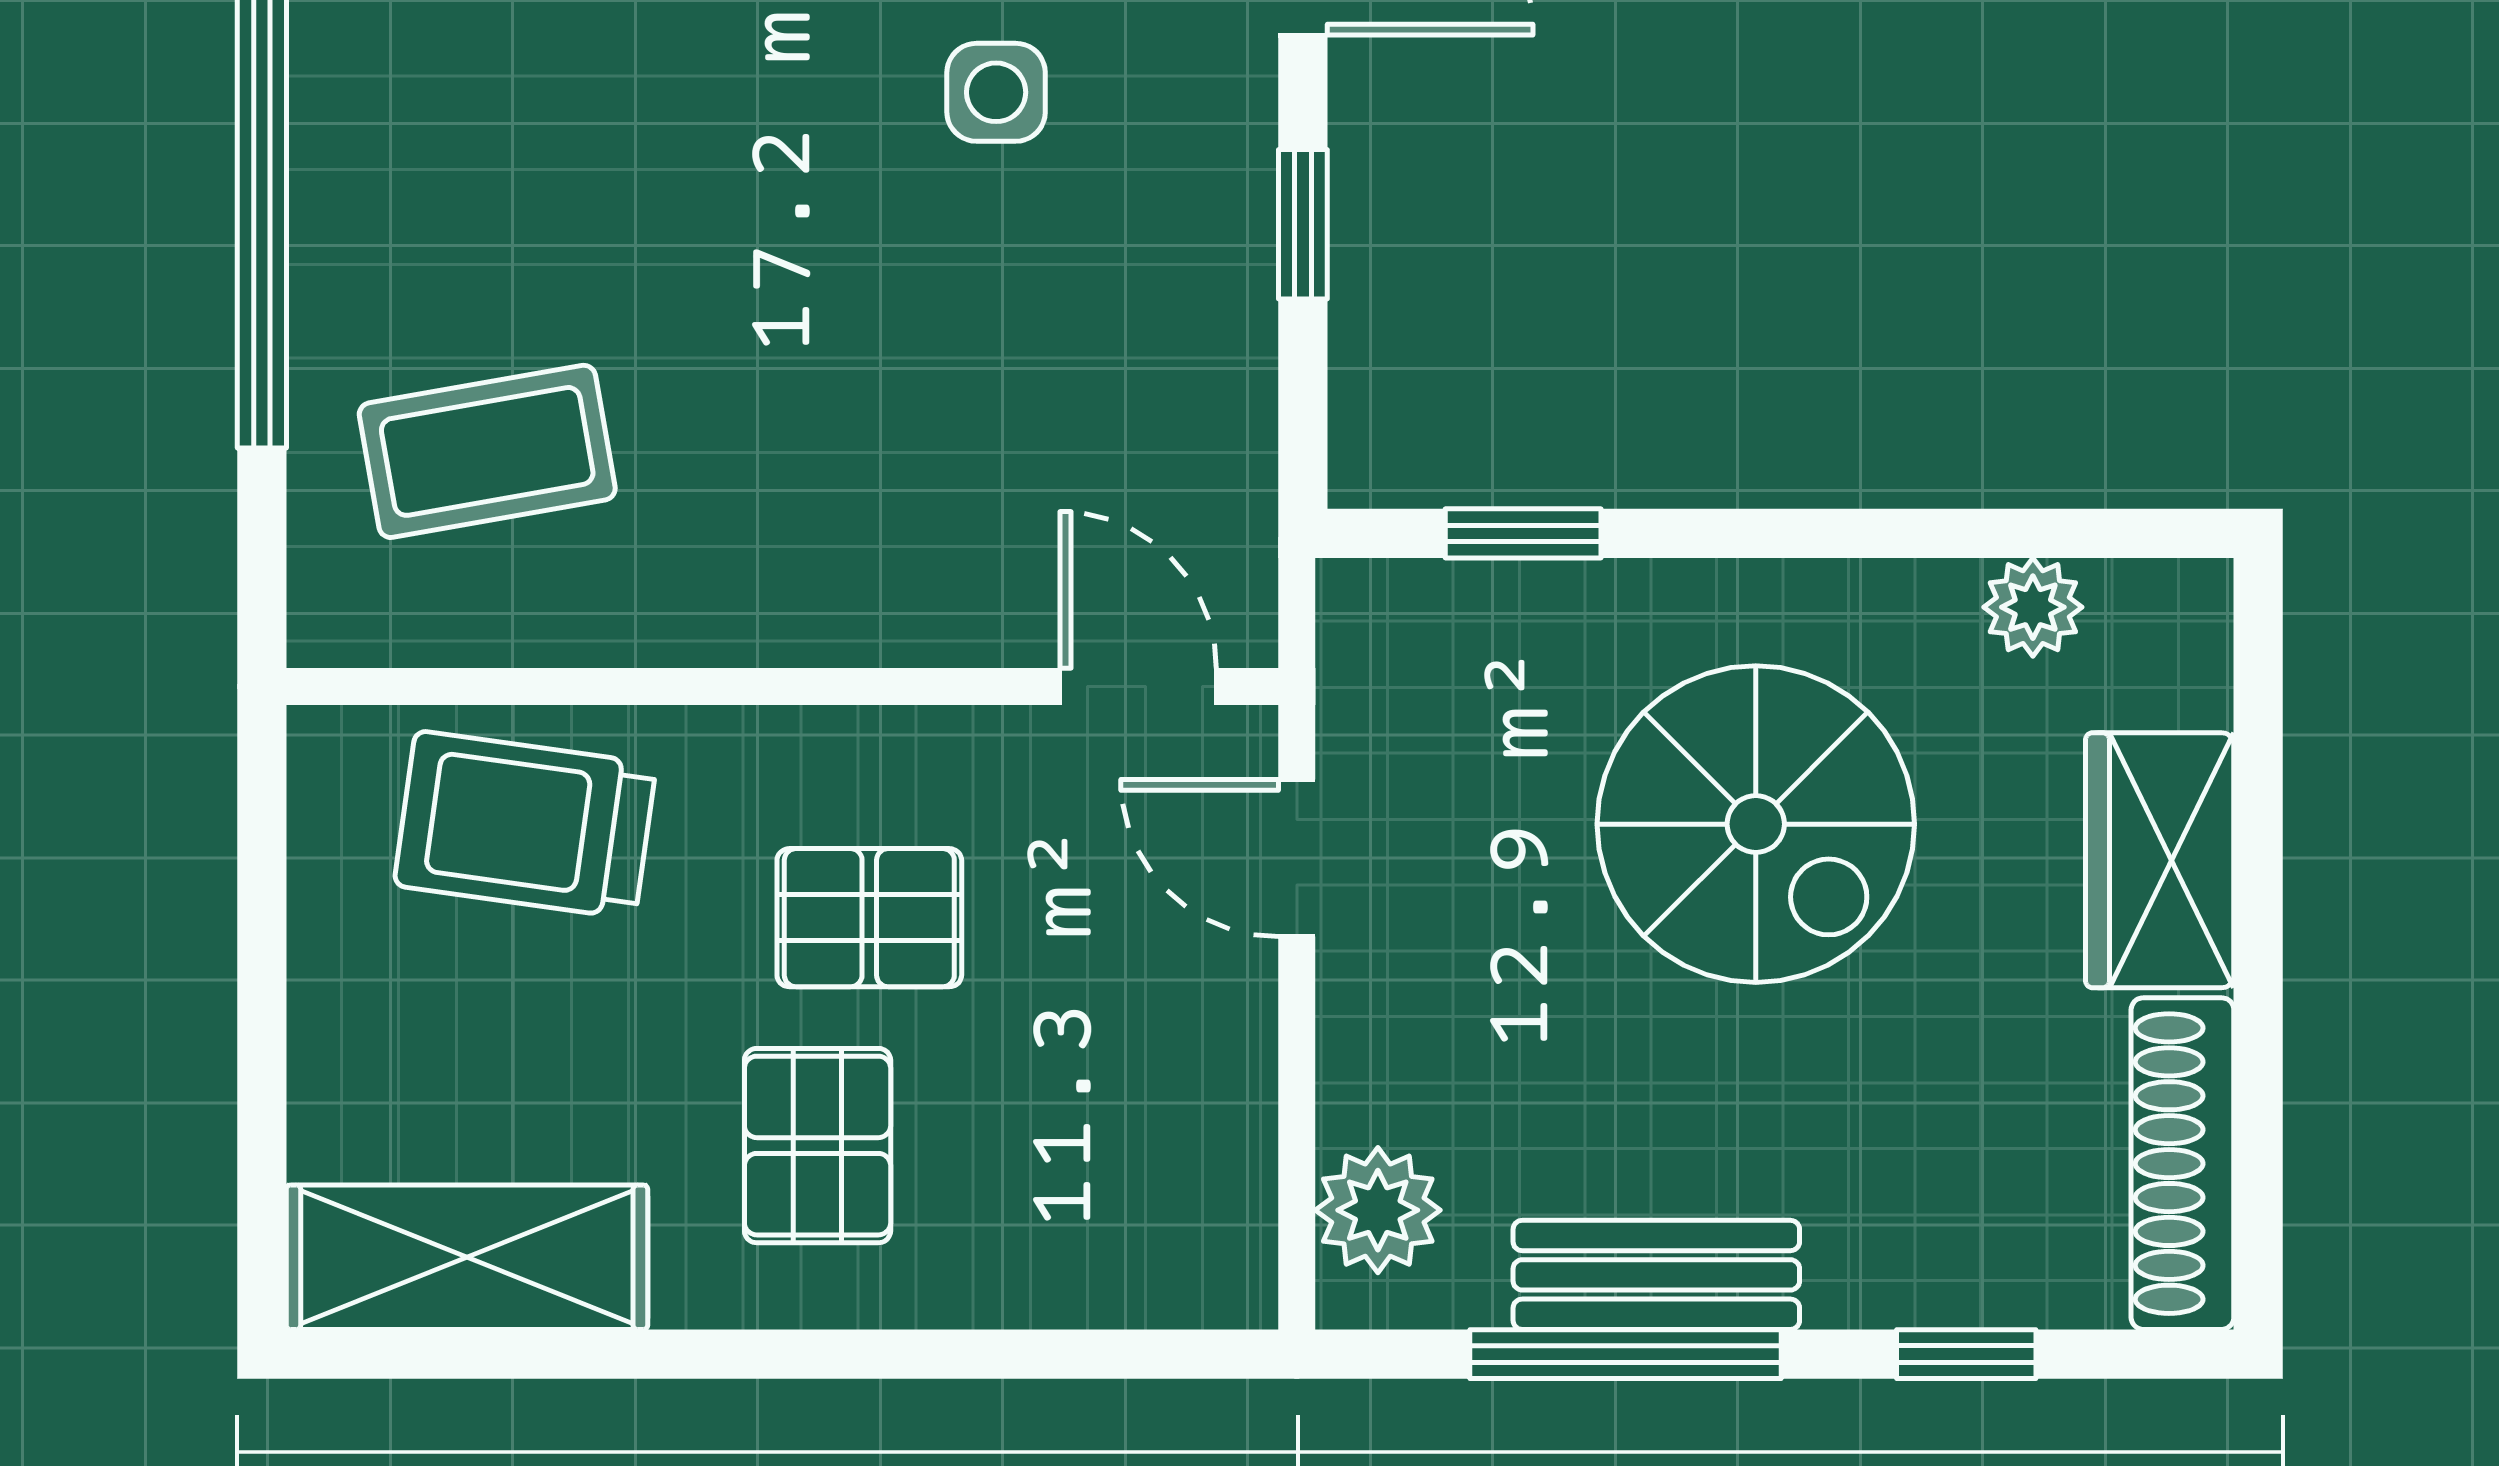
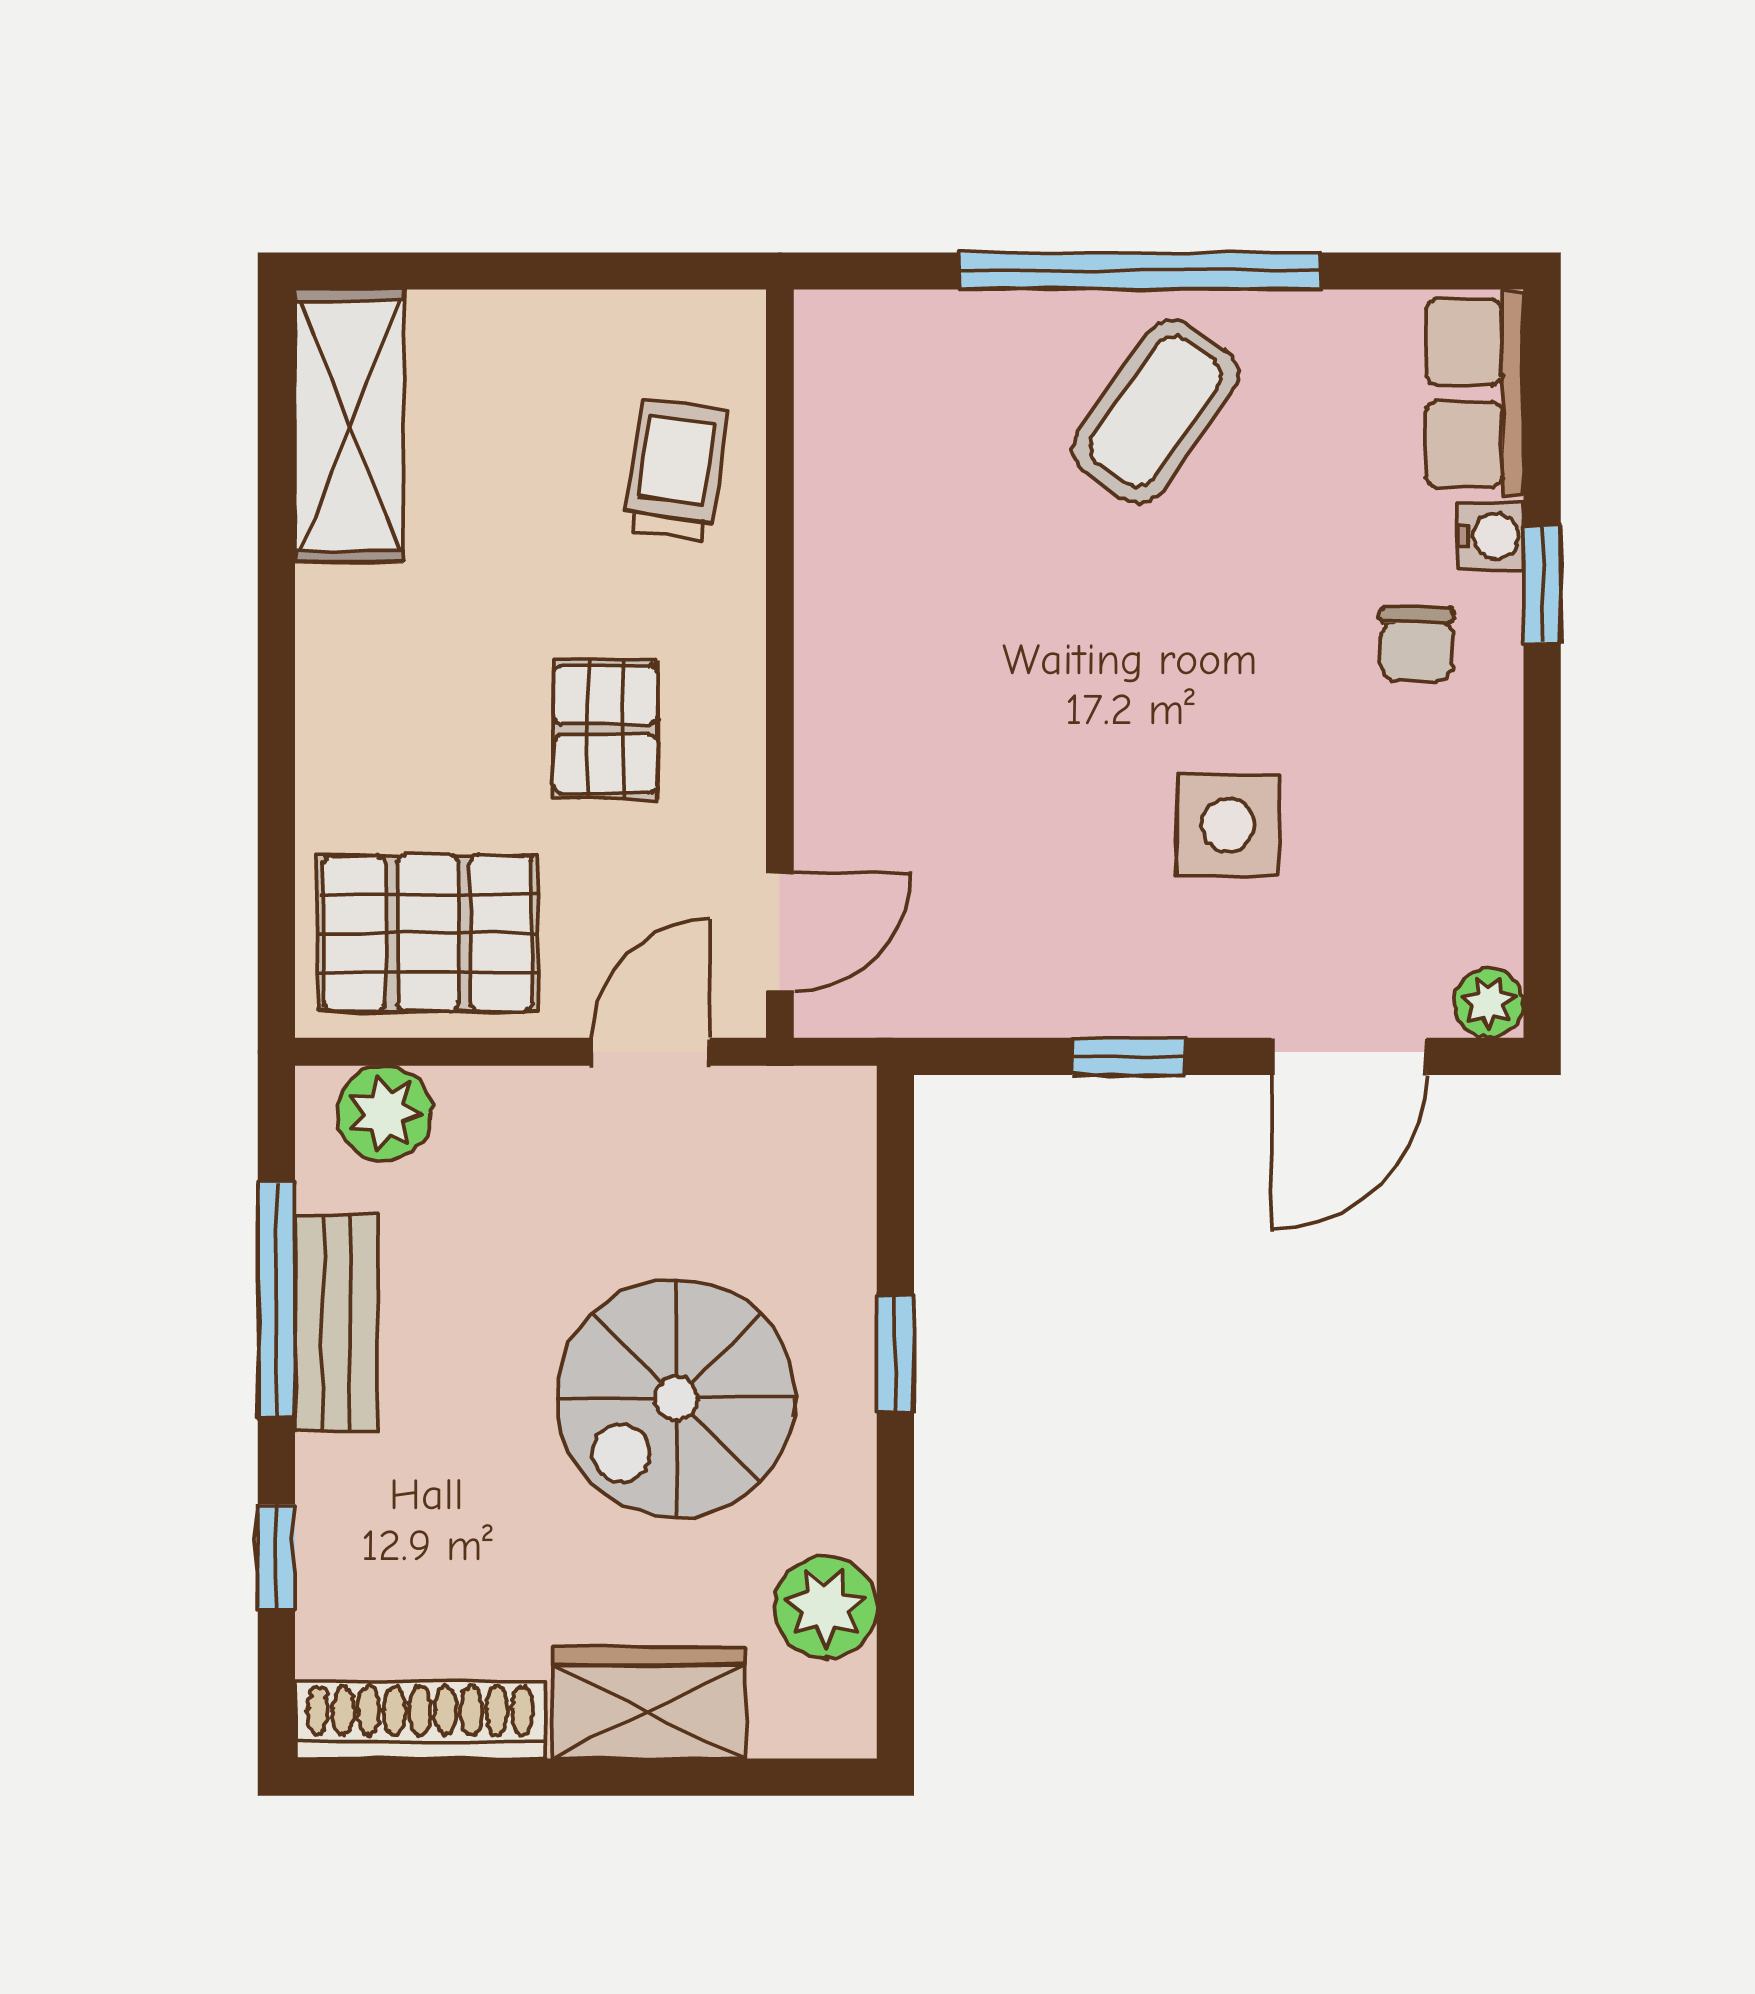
side table: (996, 92) -> (1228, 825), width x1.37, depth x1.37
coffee table: (487, 451) -> (1155, 412), moved, turned 45
window: (1523, 533) -> (895, 1354), moved
plant: (2033, 607) -> (826, 1607), width x1.38, depth x1.38
trolley: (525, 825) -> (676, 470), width x0.73, depth x0.72
pallet: (818, 1146) -> (428, 933), moved, width x1.50, depth x1.42

